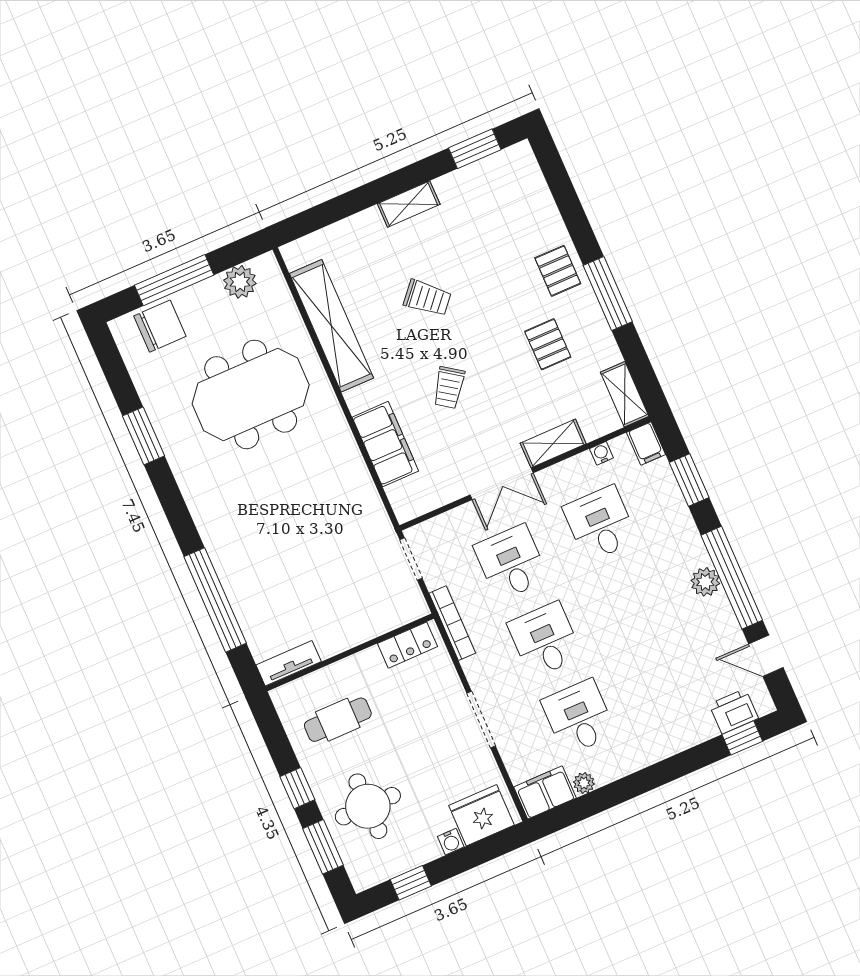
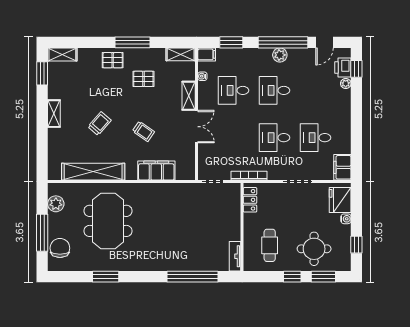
shelving: (527, 171) -> (62, 54), added
desk: (511, 563) -> (274, 90), moved
plant: (584, 783) -> (346, 84), moved

